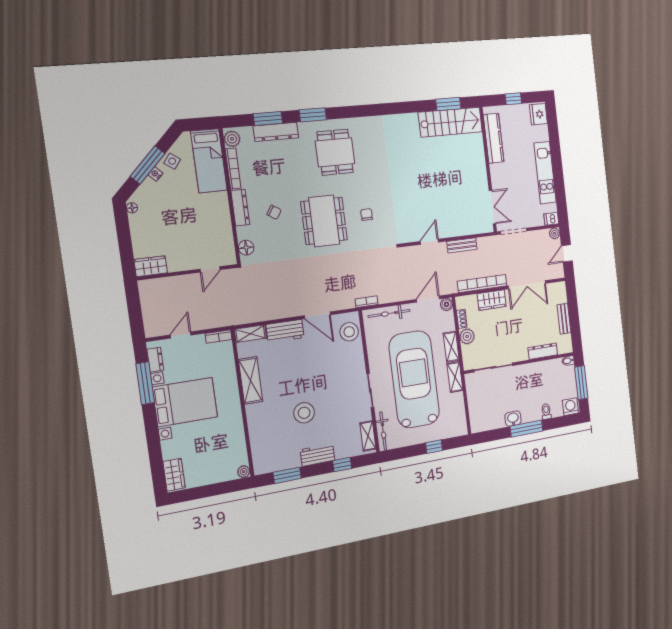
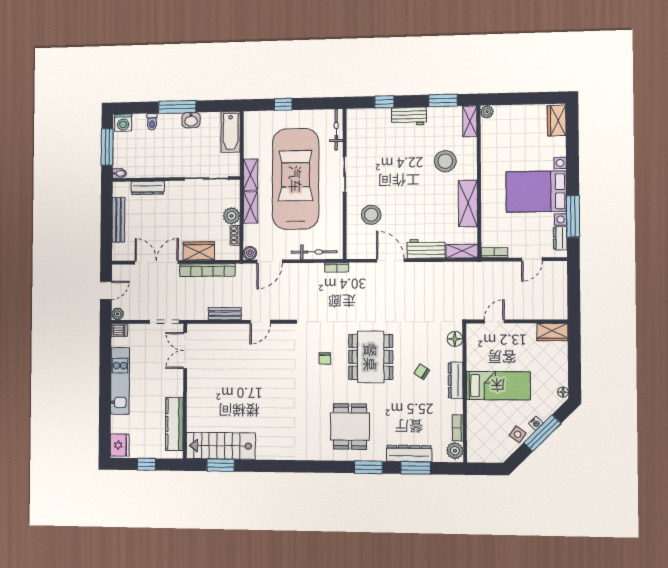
bed: (209, 161) -> (498, 386), moved, turned 90
bookcase: (233, 169) -> (458, 428), width x0.64
bench: (564, 319) -> (118, 220), width x1.36
stool: (349, 332) -> (371, 215), moved
car: (414, 379) -> (296, 179), turned 180
stool: (304, 413) -> (445, 161), moved
bathtub: (477, 413) -> (231, 132), added
shelving: (368, 436) -> (470, 121), moved

